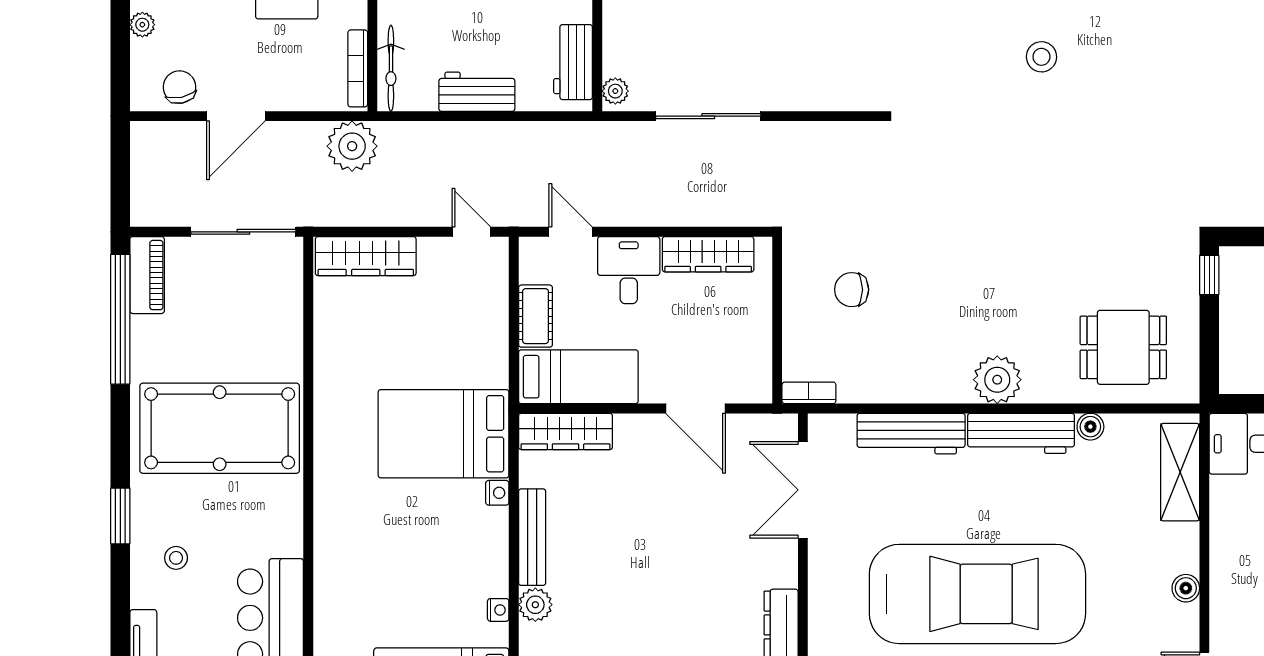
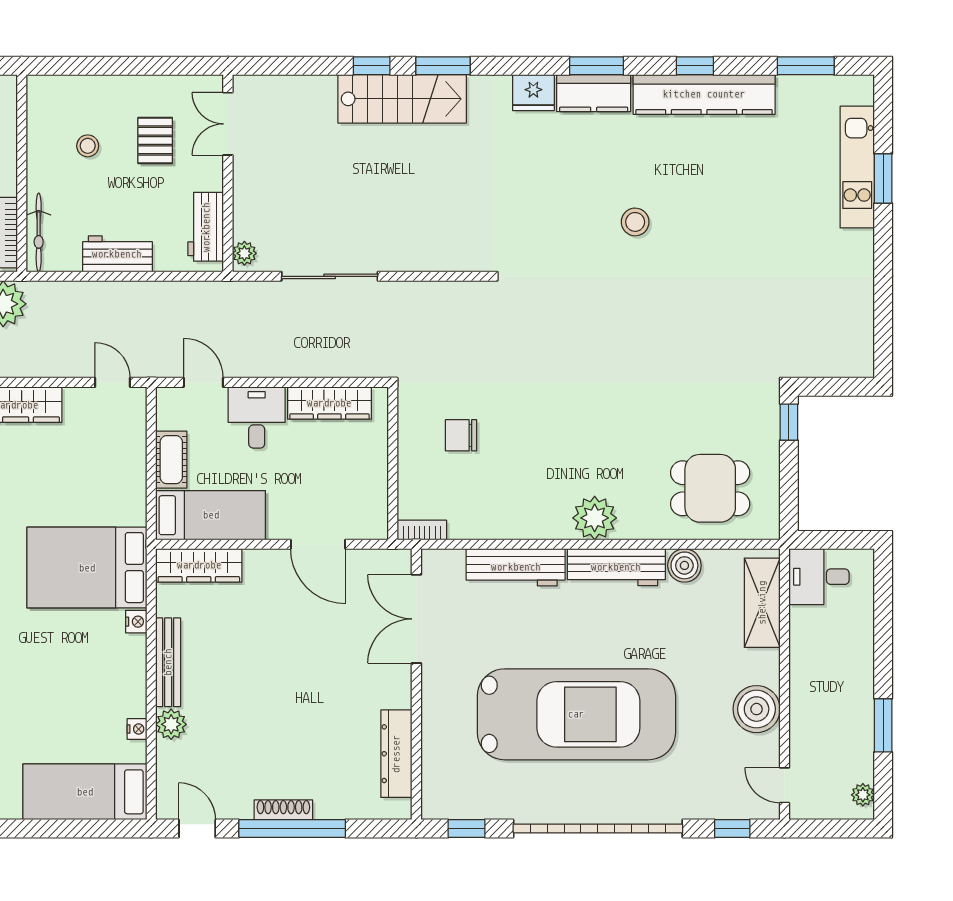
boiler: (1090, 427) -> (684, 565), width x1.36, depth x1.36
boiler: (1186, 588) -> (757, 709), width x1.86, depth x1.86

